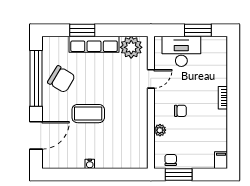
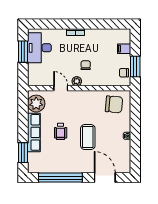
window: (82, 30) -> (23, 153), moved
desk: (181, 51) -> (39, 48), moved
chair: (61, 79) -> (114, 104), moved, turned 64
wheelchair: (95, 79) -> (61, 131), added
plant: (160, 130) -> (77, 81), moved
filing cabinet: (221, 160) -> (124, 49), moved

